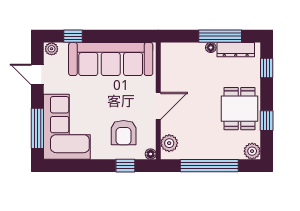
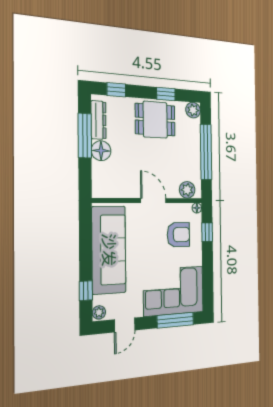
floor lamp: (211, 48) -> (101, 151), width x1.89, depth x1.89

